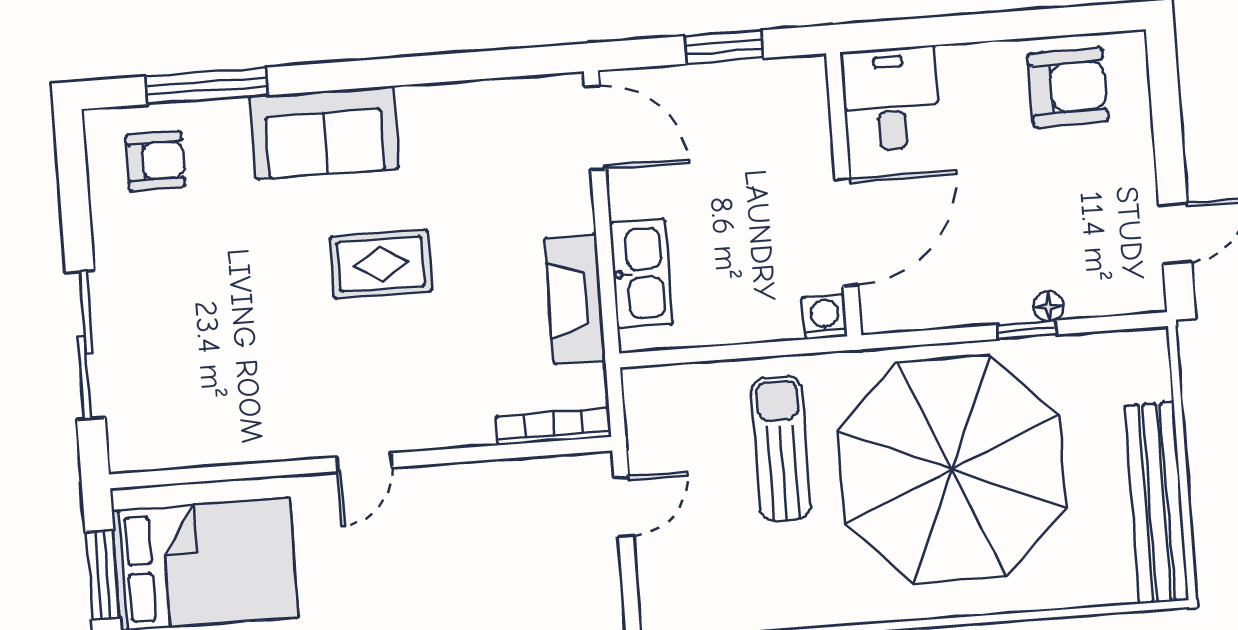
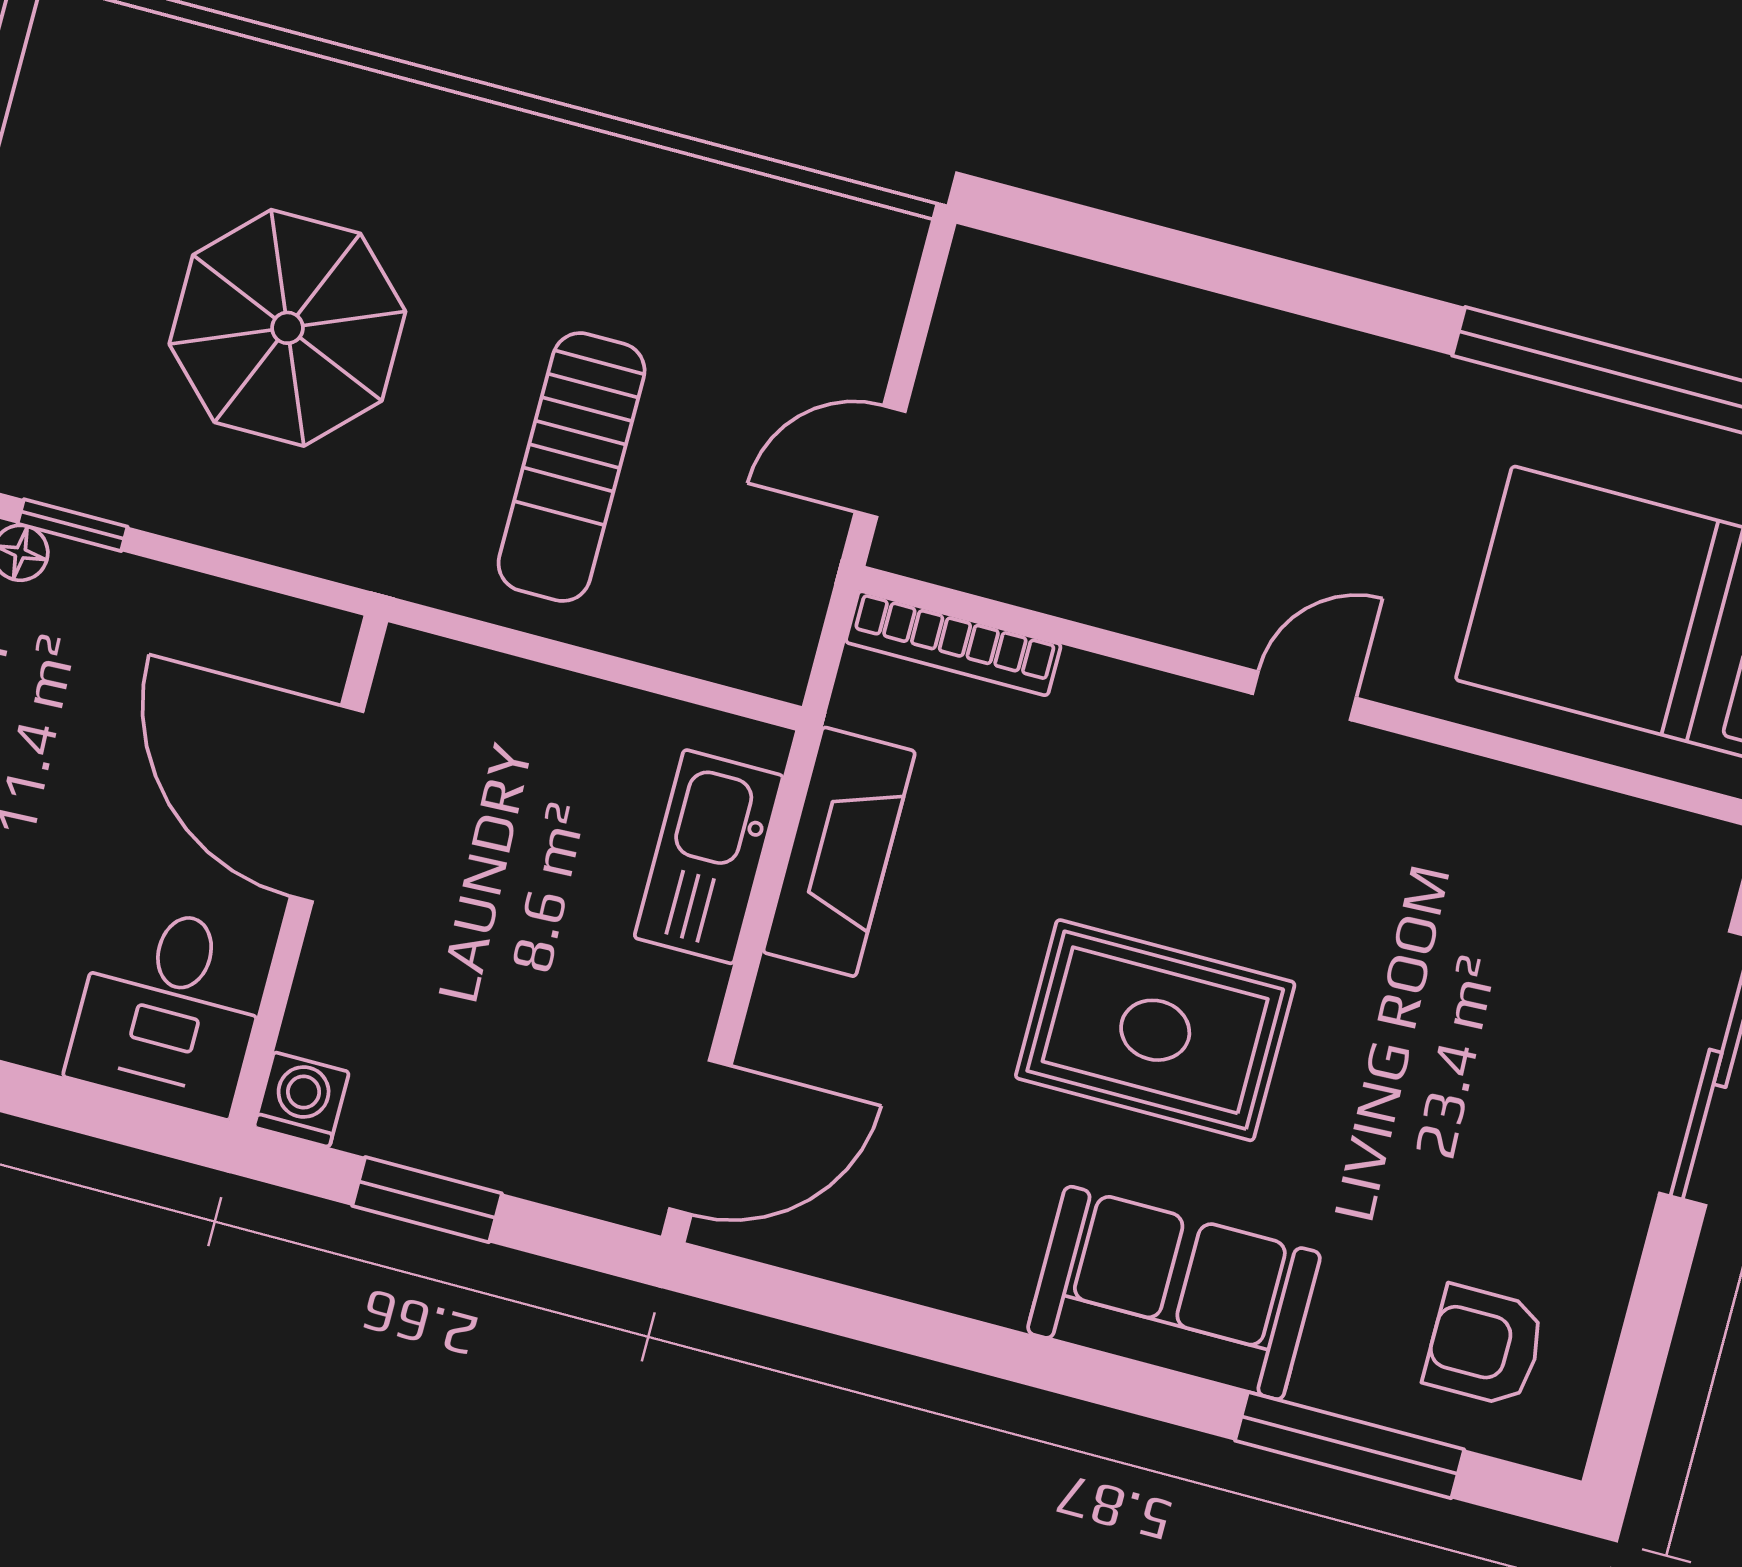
door: (595, 128) -> (700, 1137), swing flipped
door: (846, 232) -> (327, 804), hinge flipped
rug: (381, 264) -> (1155, 1030), width x1.36, depth x1.43
washing machine: (825, 317) -> (302, 1100), moved, turned 180
parasol: (952, 469) -> (287, 328), width x0.54, depth x0.54

